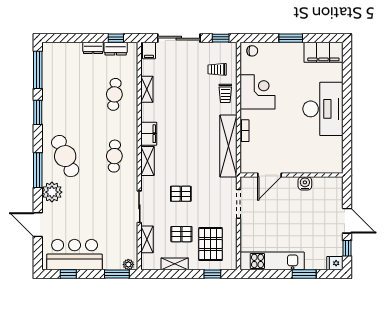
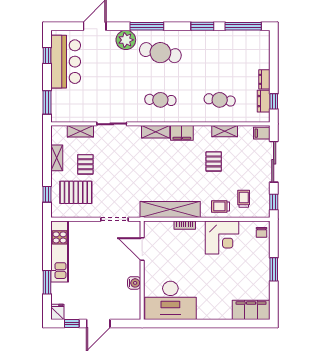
filing cabinet: (323, 52) -> (251, 310), moved, turned 90
desk: (323, 109) -> (170, 300), moved
cafe table: (65, 156) -> (160, 53), turned 36
pallet: (181, 194) -> (214, 161), moved
plant: (128, 264) -> (56, 113), removed

